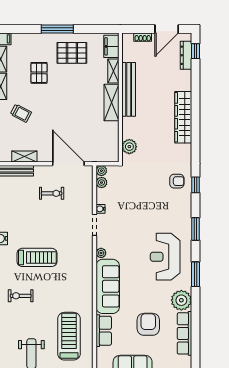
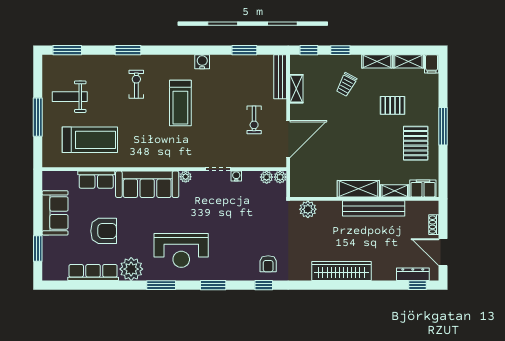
reception desk: (165, 257) -> (181, 250), turned 180

